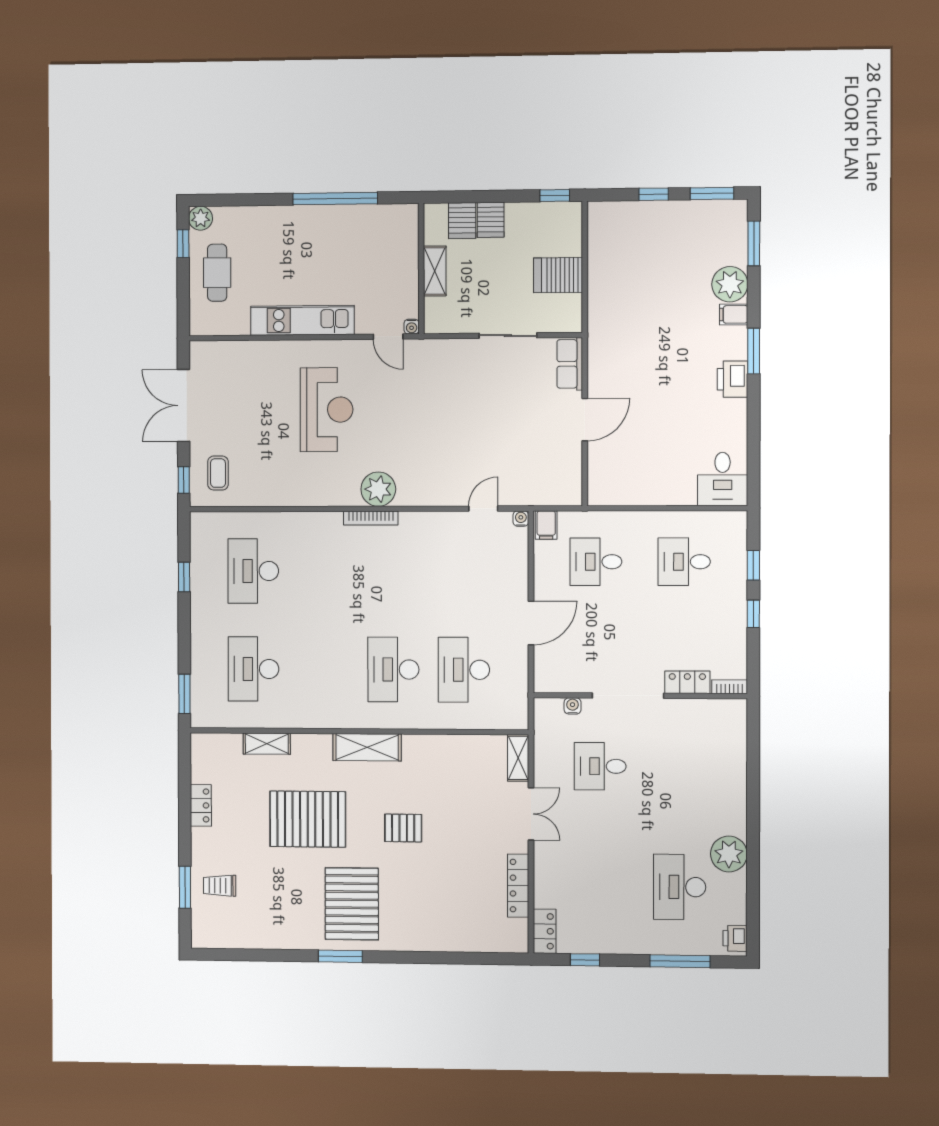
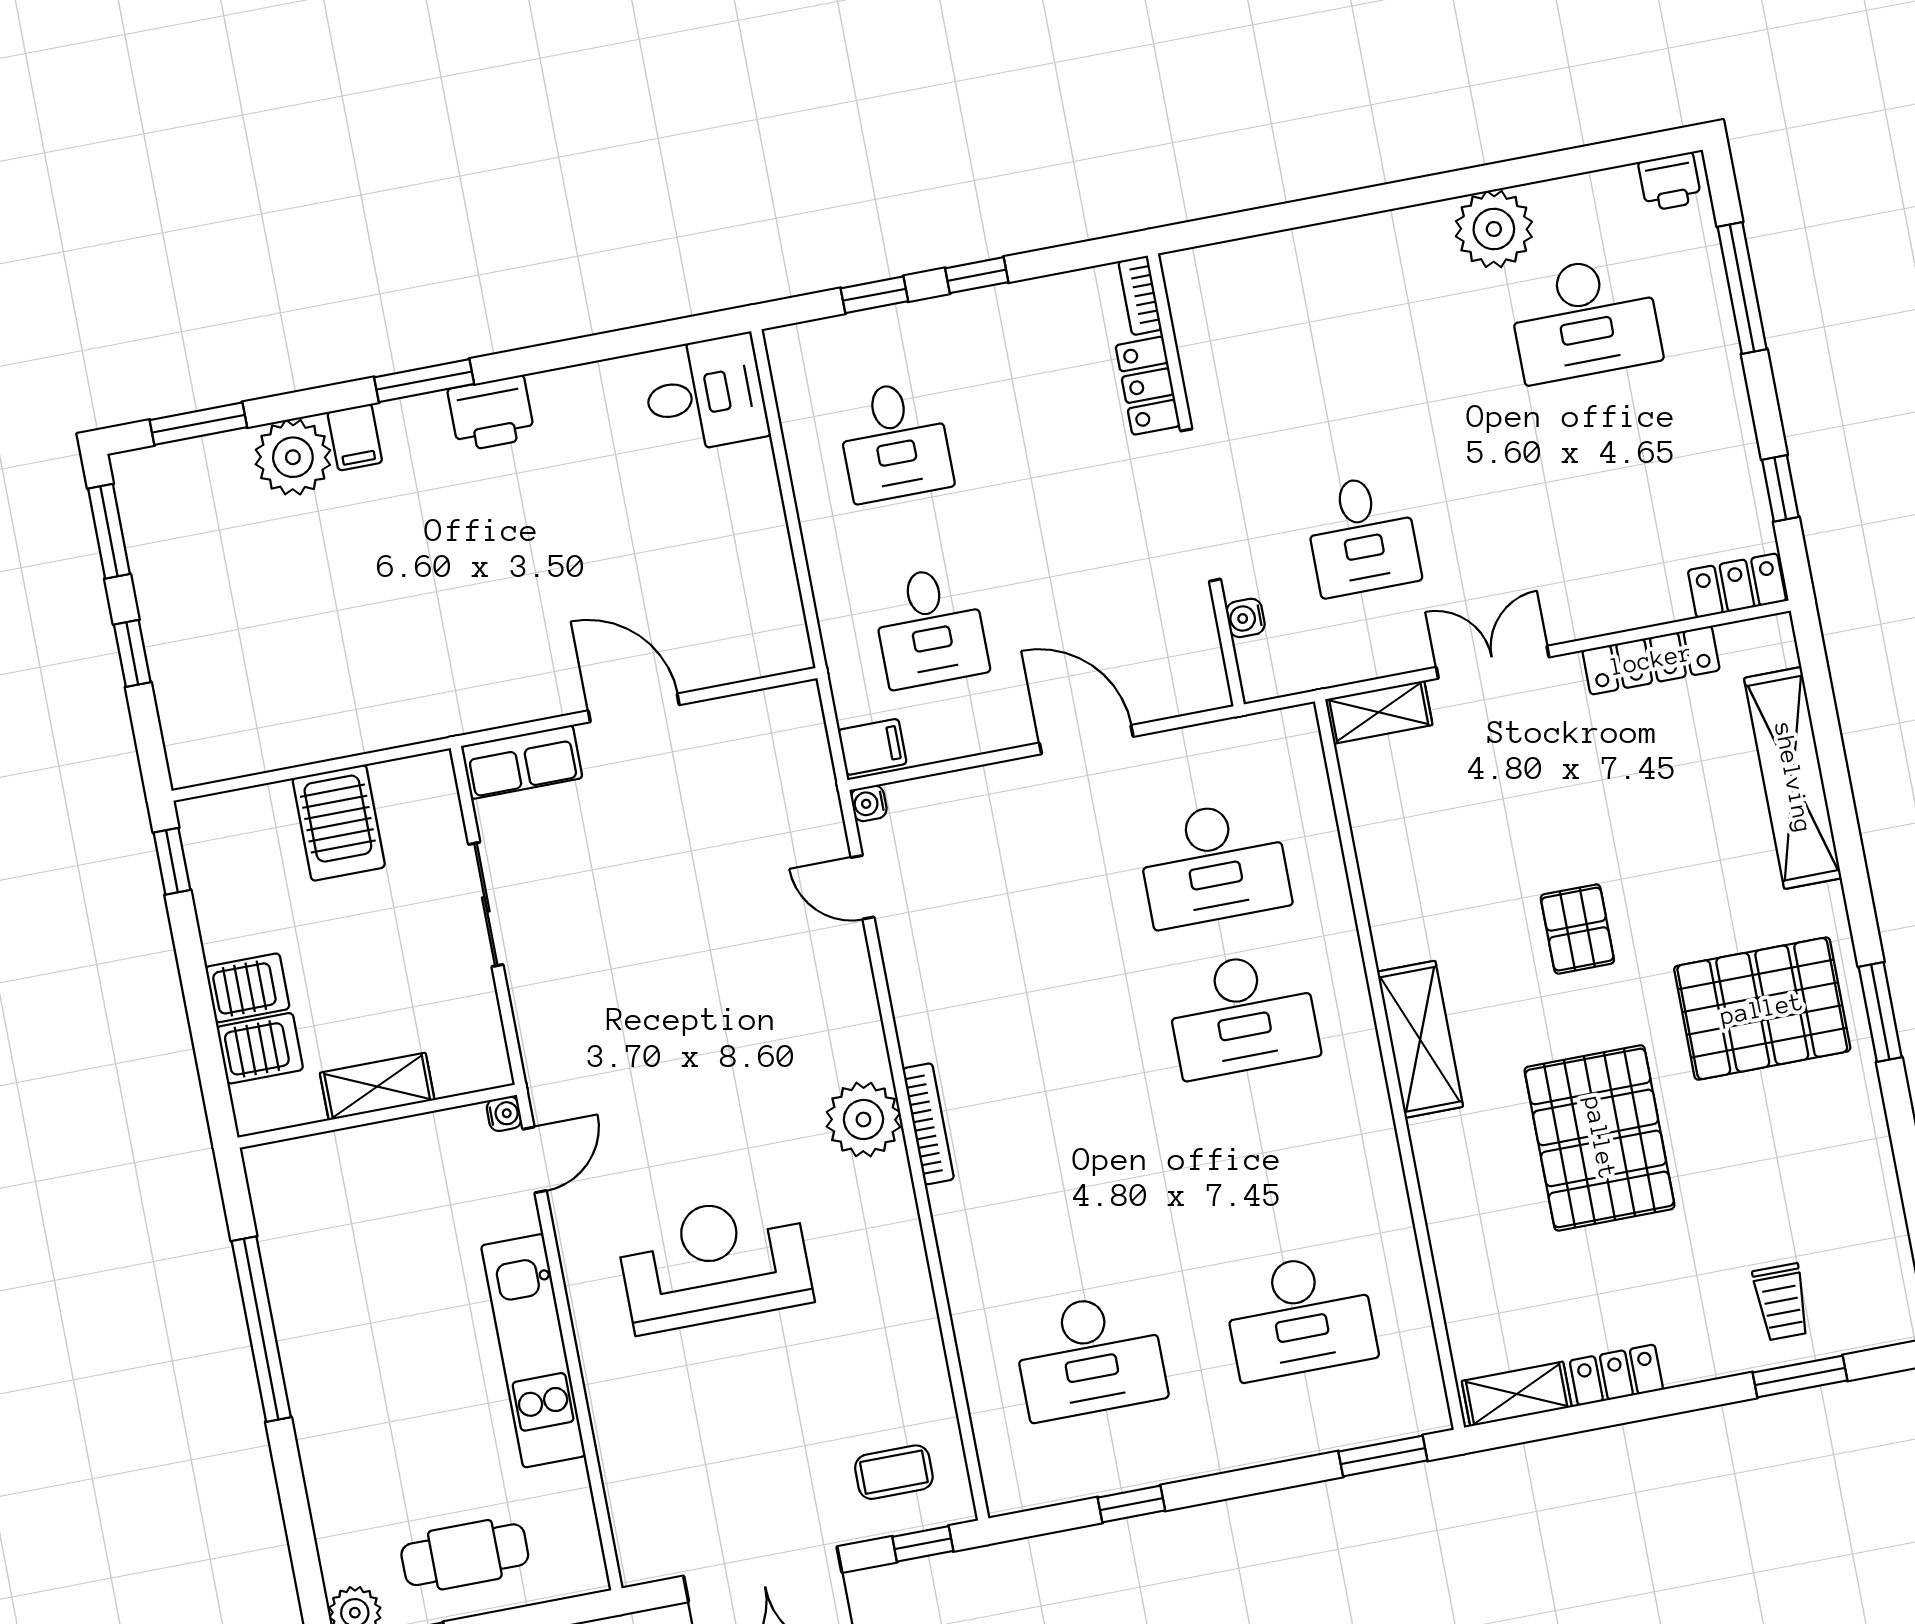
shelving: (267, 744) -> (1517, 1394), moved, turned 90
shelving: (453, 939) -> (1793, 778), added

